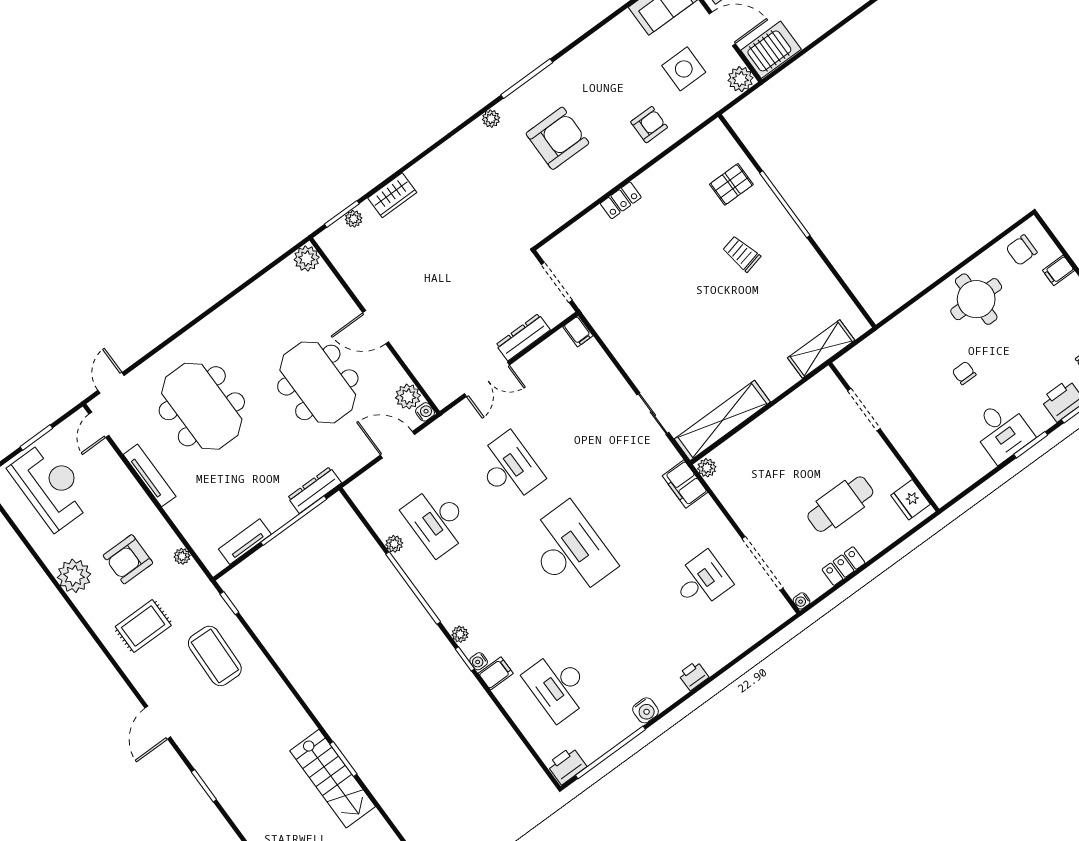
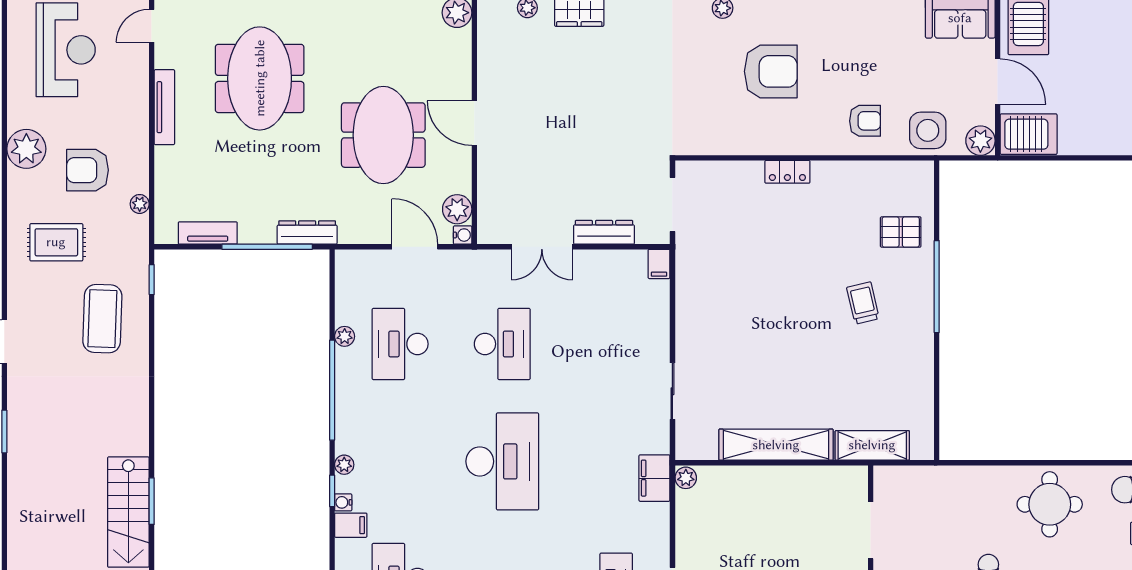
side table: (684, 69) -> (928, 130), moved
shelving: (722, 421) -> (776, 445), moved

